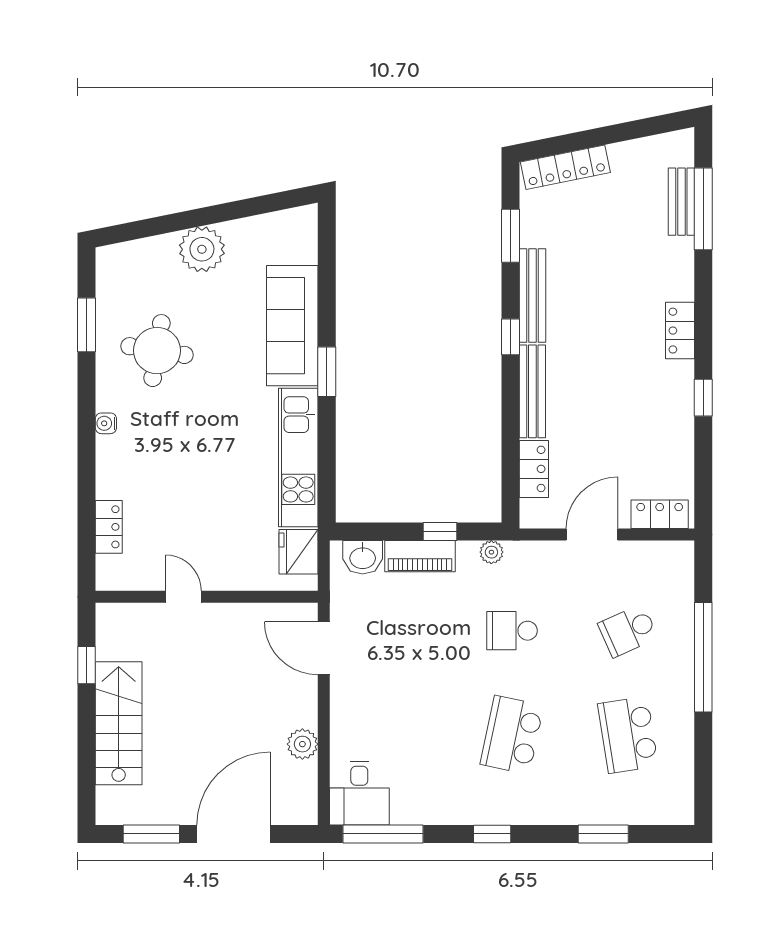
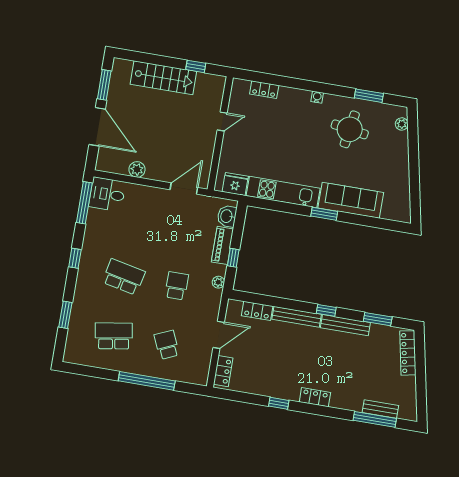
plant: (202, 249) -> (402, 124), moved, width x0.53, depth x0.53
door: (592, 535) -> (219, 335), hinge flipped

